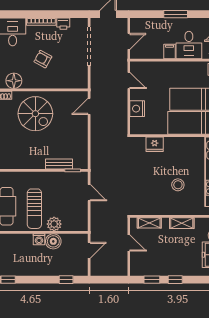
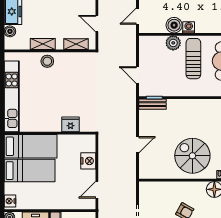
door: (129, 80) -> (97, 190), hinge flipped
door: (89, 106) -> (137, 145), moved
bench: (59, 164) -> (152, 104), moved
stool: (178, 185) -> (47, 61), moved

